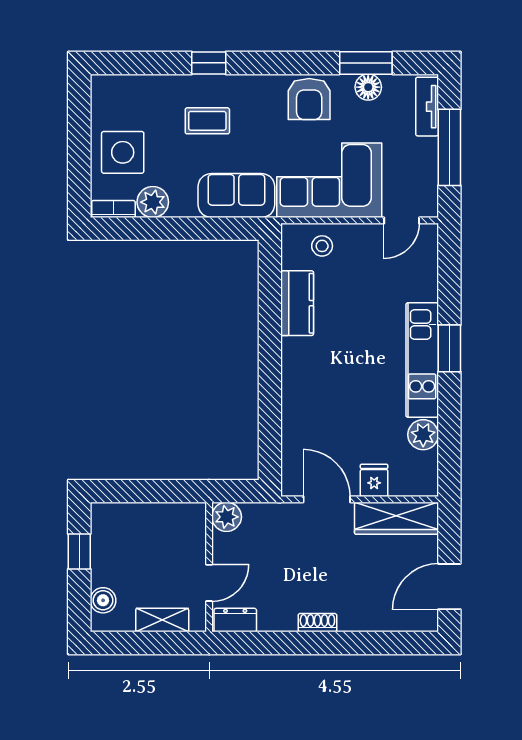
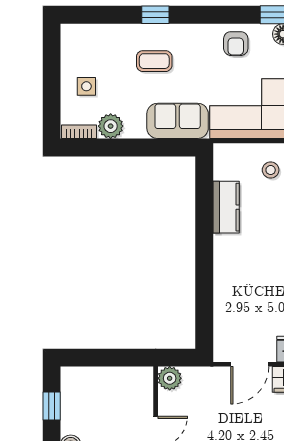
armchair: (309, 99) -> (236, 44), width x0.72, depth x0.72
side table: (123, 152) -> (86, 86), width x0.54, depth x0.54
stool: (322, 246) -> (271, 170), moved
door: (327, 499) -> (250, 364), swing flipped

